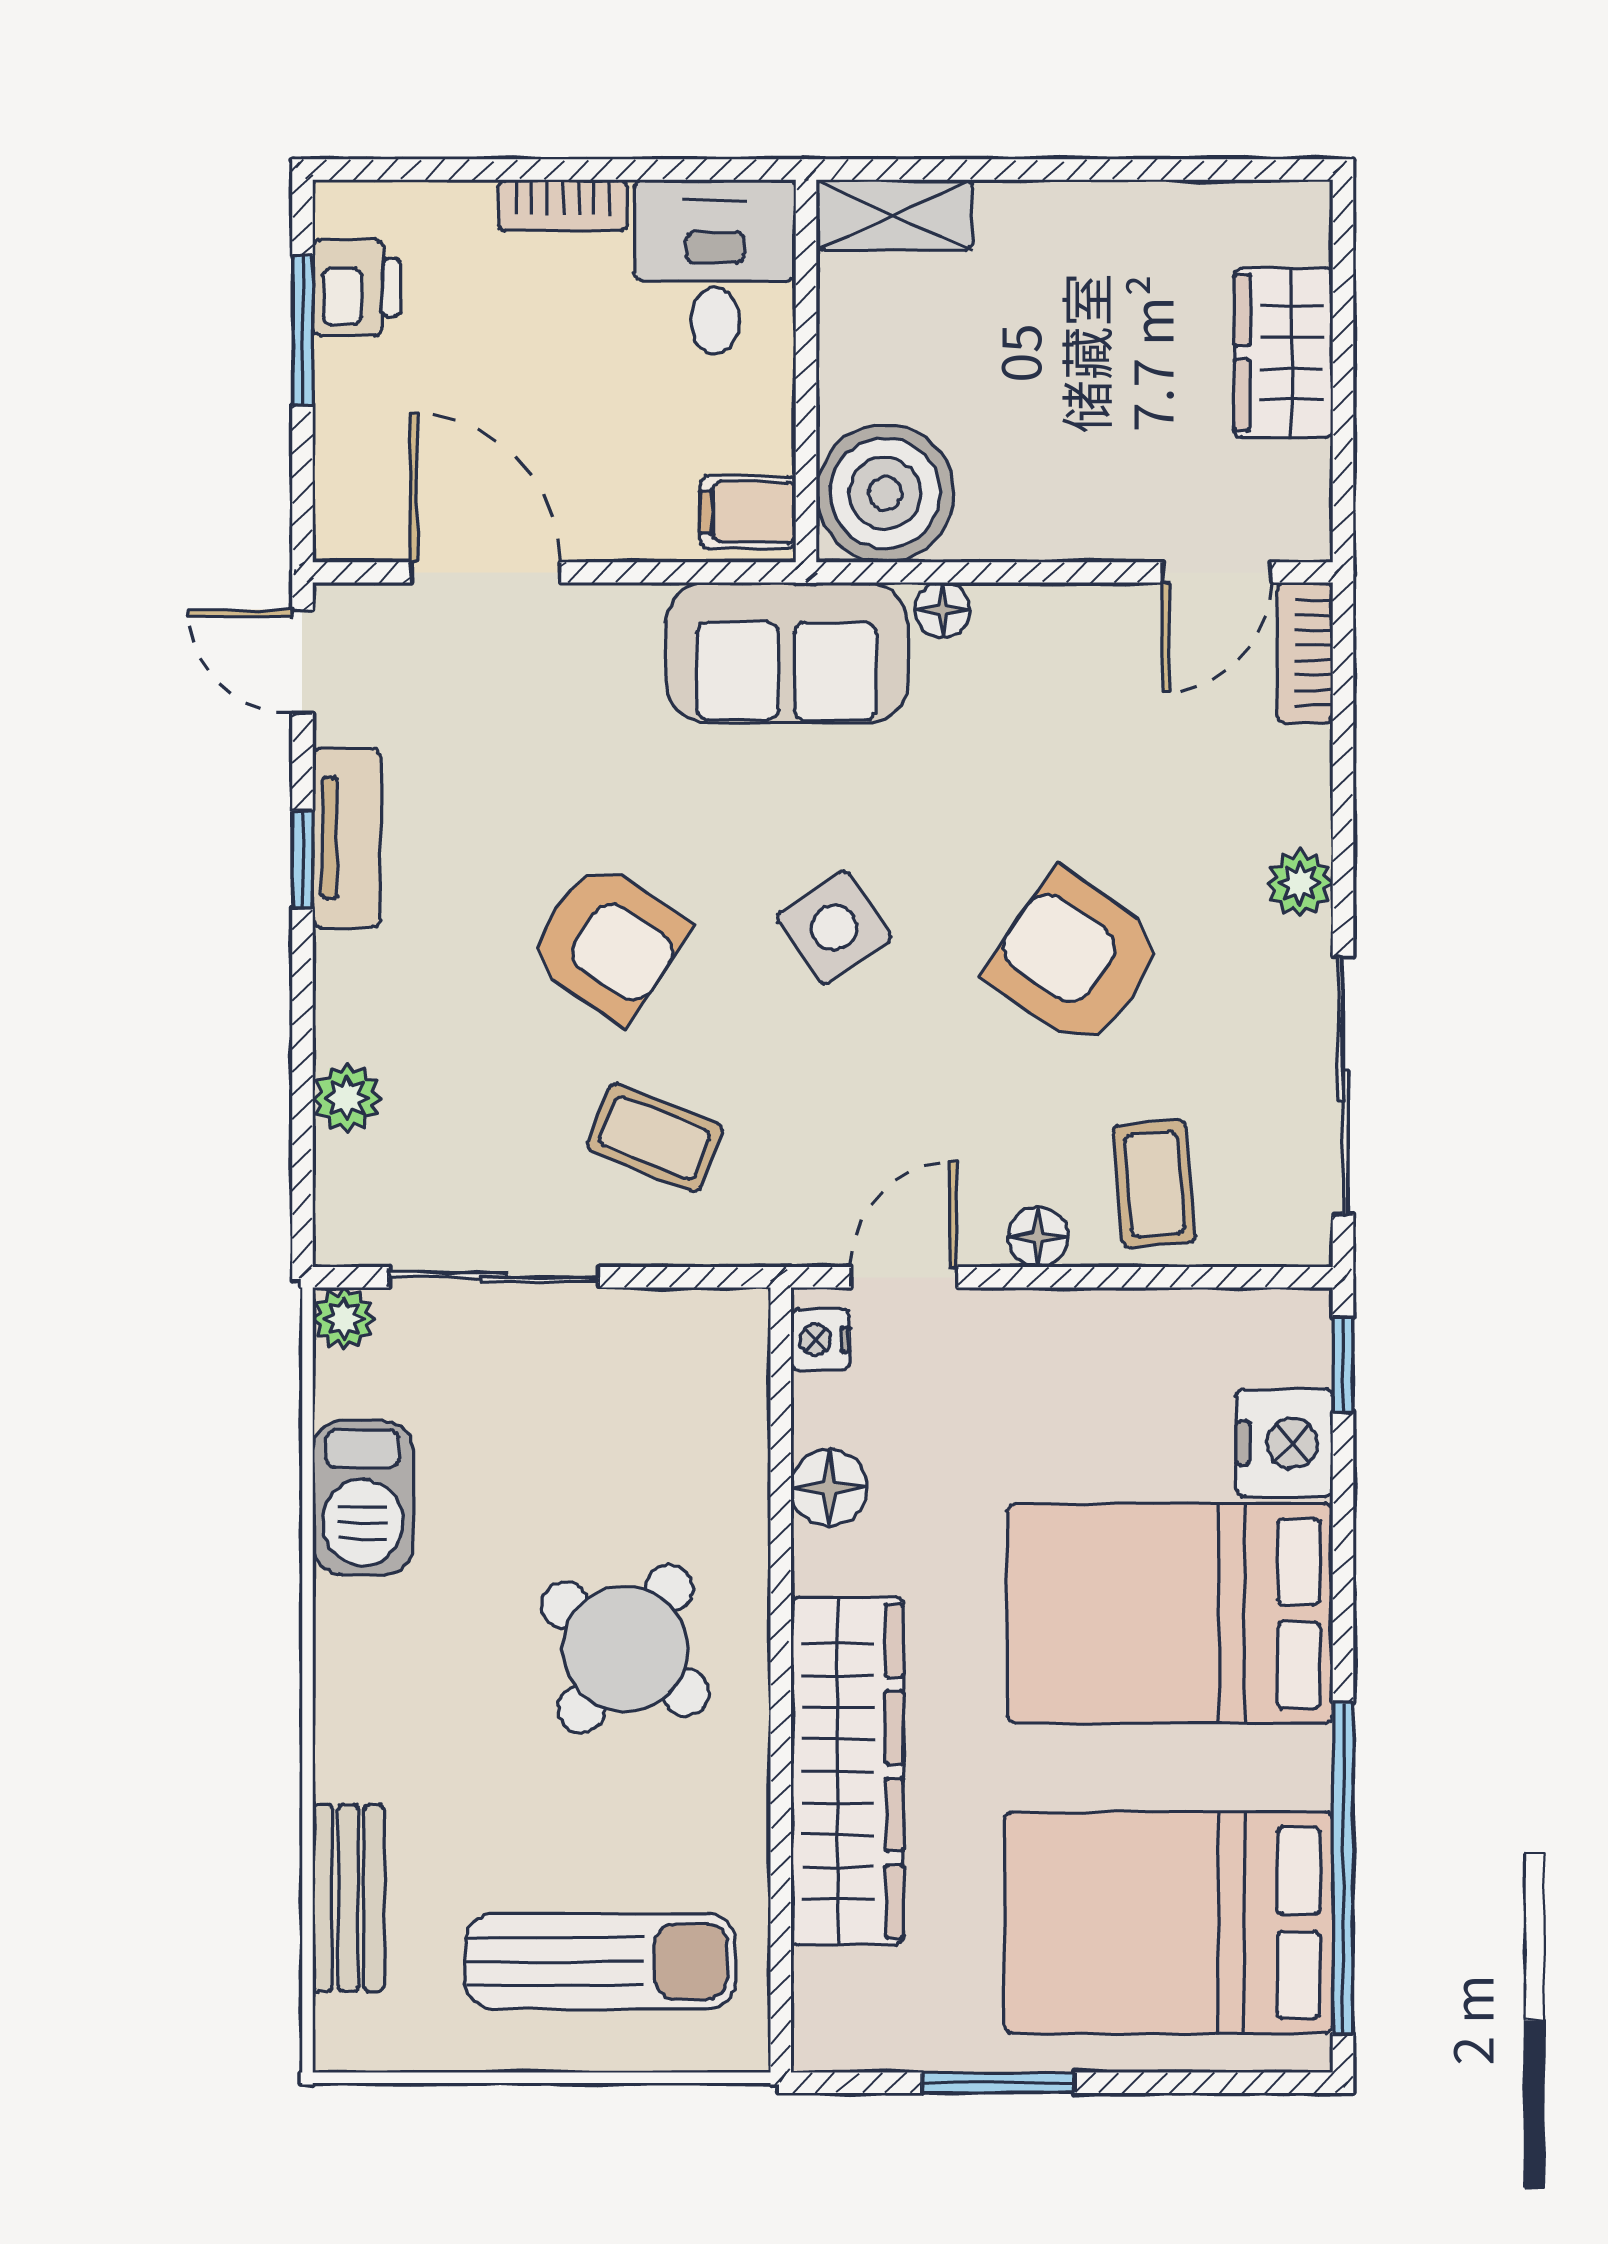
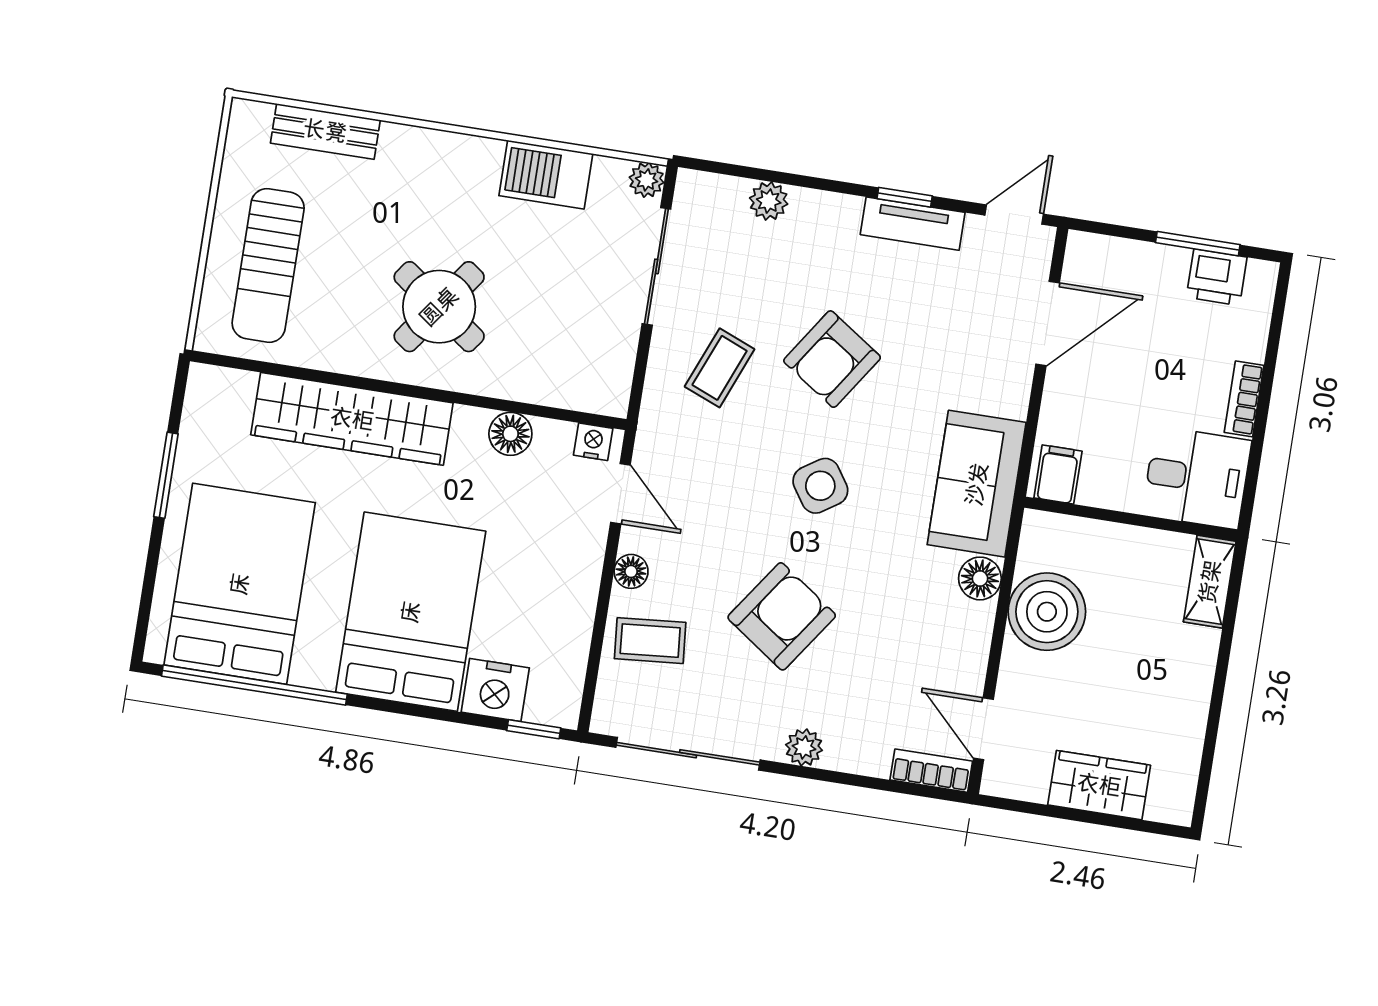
boiler: (885, 493) -> (1047, 612), moved
floor lamp: (943, 610) -> (980, 578), width x1.37, depth x1.37

